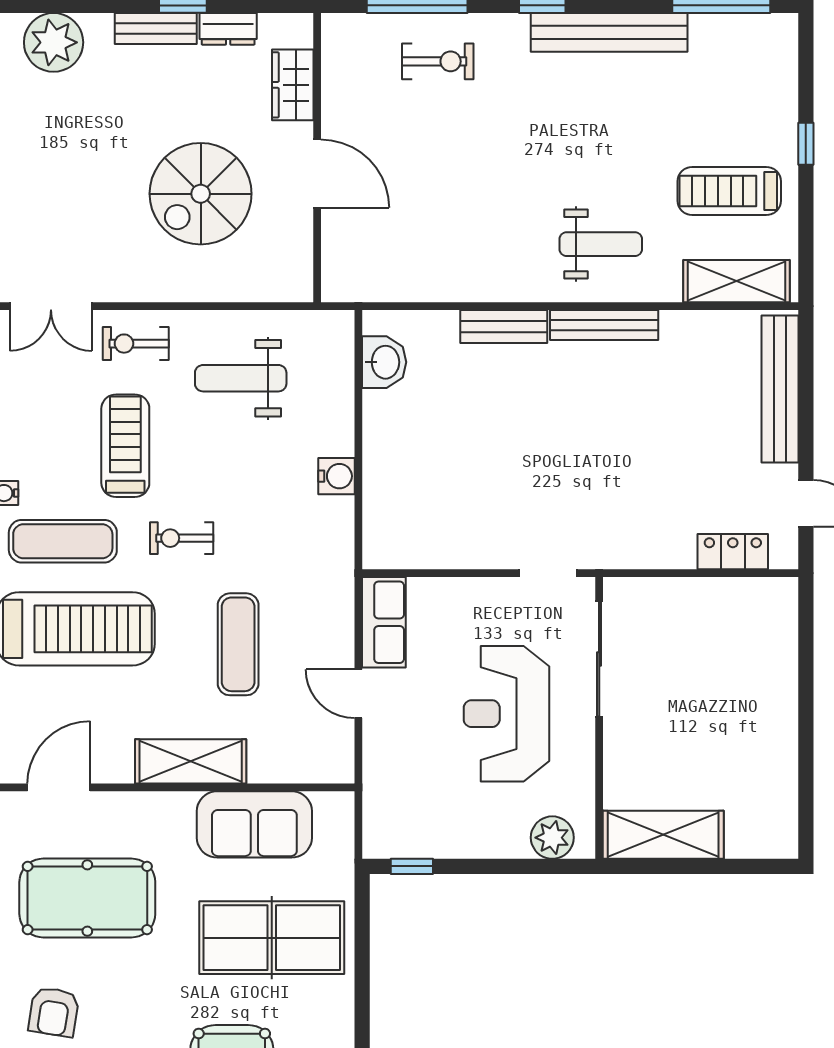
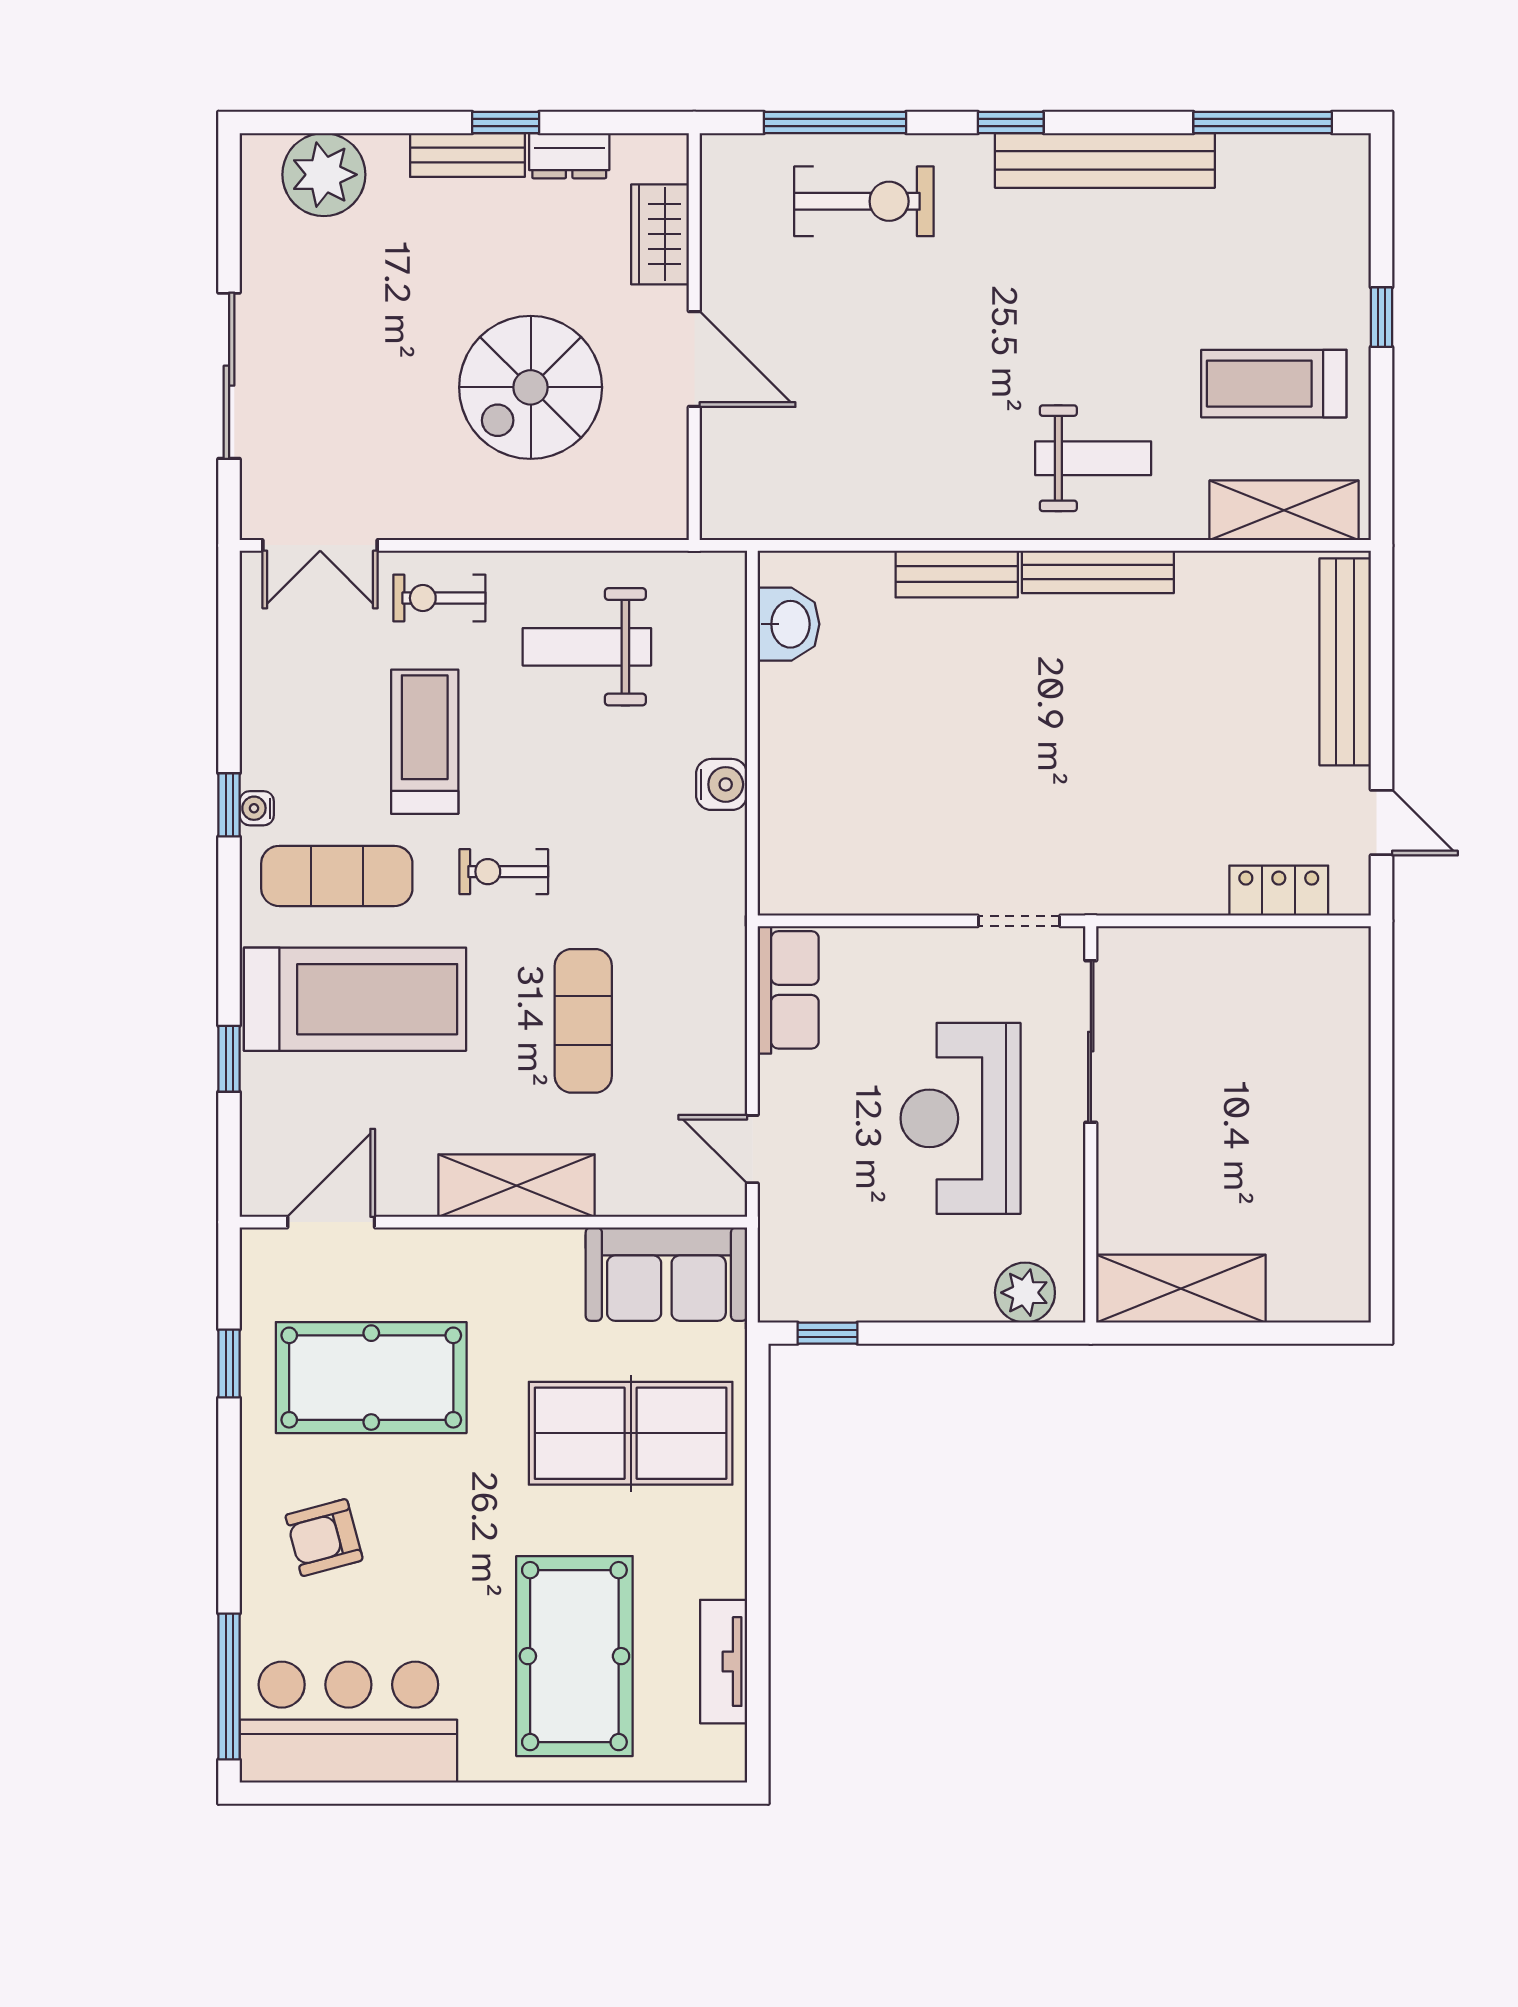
exercise bike: (438, 61) -> (864, 201), width x1.38, depth x1.39
door: (358, 694) -> (752, 1149), moved
sofa: (254, 824) -> (666, 1274), moved
armchair: (54, 1012) -> (324, 1538), turned 66

